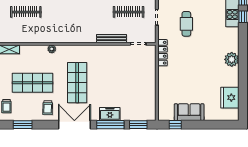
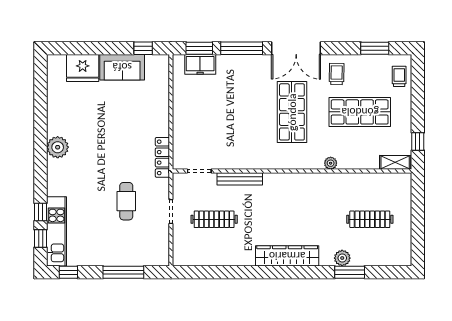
fridge: (230, 98) -> (83, 68), moved, turned 90
freezer: (110, 114) -> (200, 64), moved

